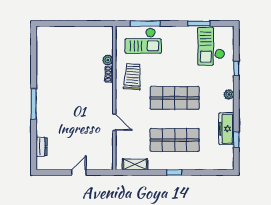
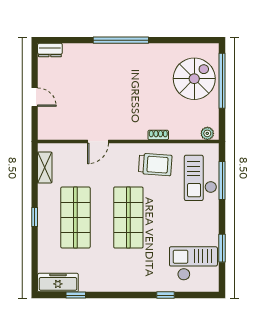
window: (66, 24) -> (222, 81), added
spiral stairs: (64, 46) -> (194, 79), added
plant: (108, 60) -> (207, 133), moved
plant: (229, 94) -> (133, 286), removed
window: (34, 104) -> (121, 40), width x1.46
freezer: (226, 129) -> (58, 283), moved
dresser: (42, 147) -> (50, 50), moved

